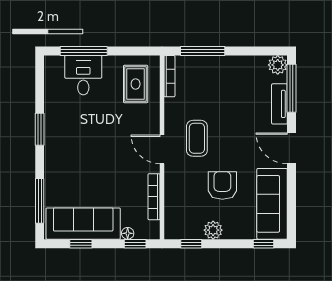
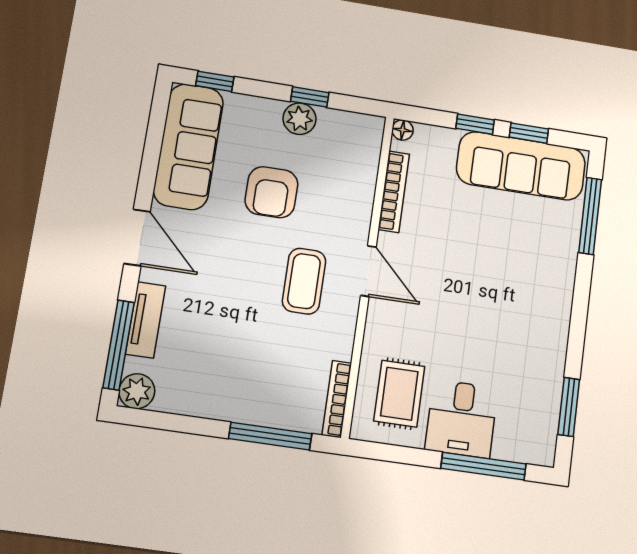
desk: (83, 75) -> (461, 419), moved
window: (40, 129) -> (569, 407), moved
floor lamp: (128, 233) -> (403, 130), moved
window: (135, 244) -> (475, 124), moved
window: (191, 244) -> (310, 97), moved

